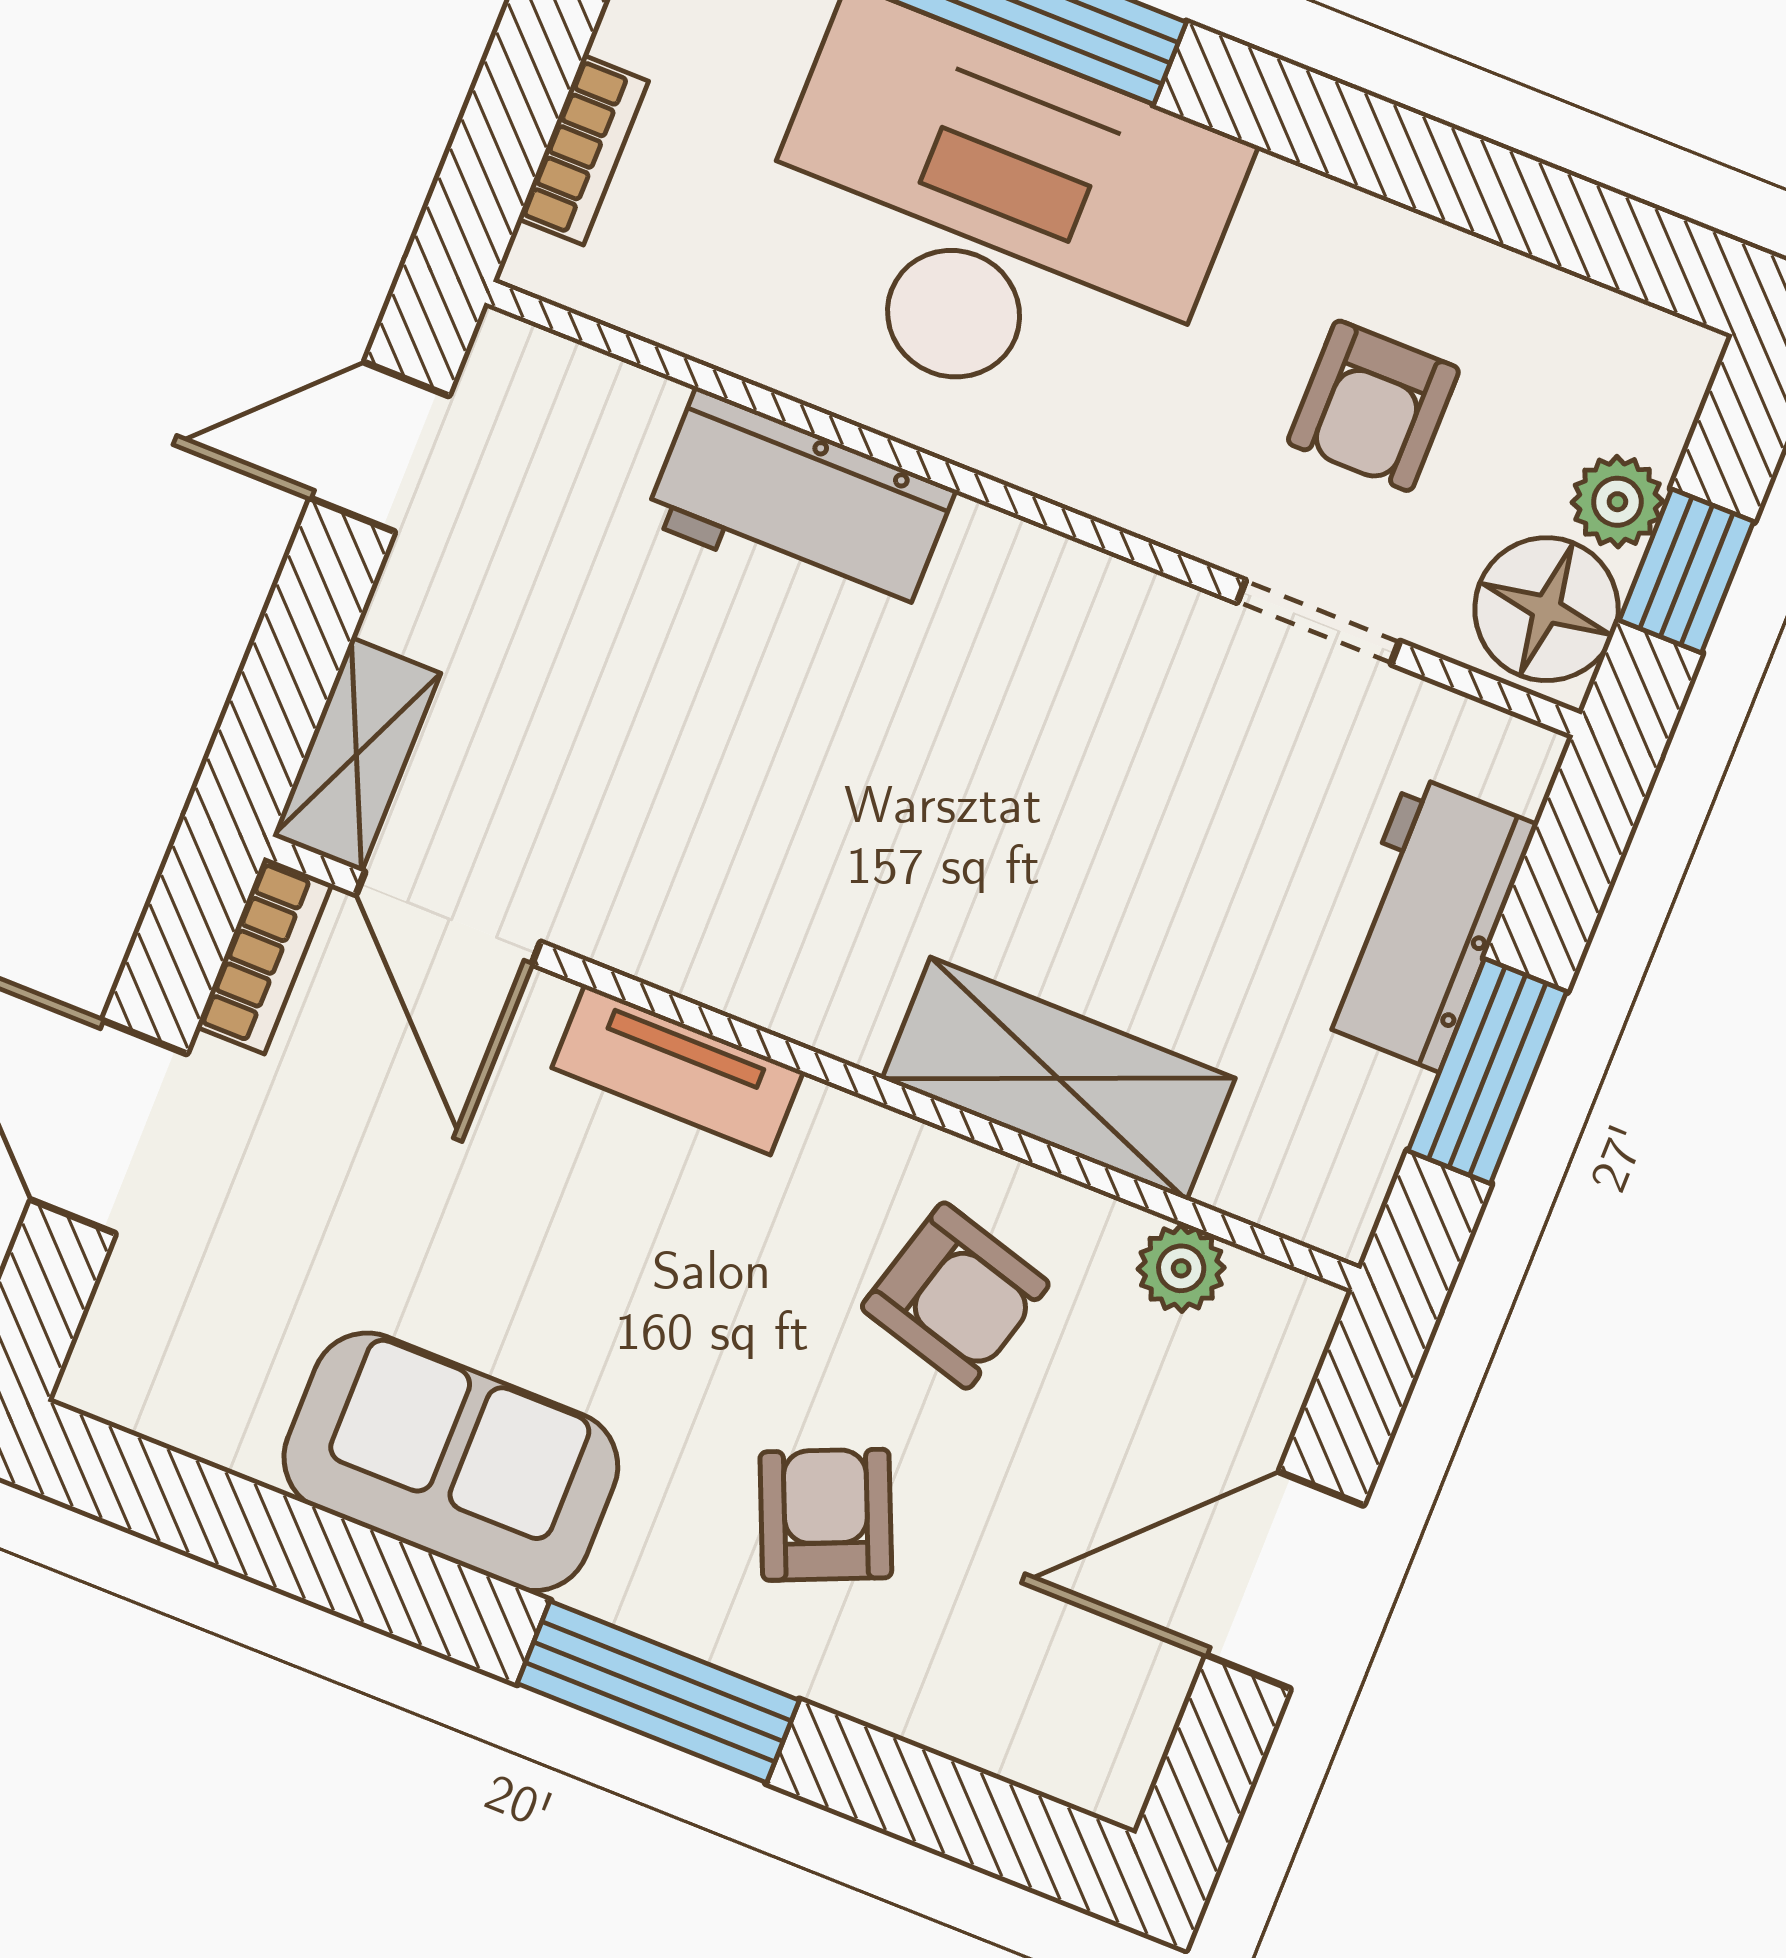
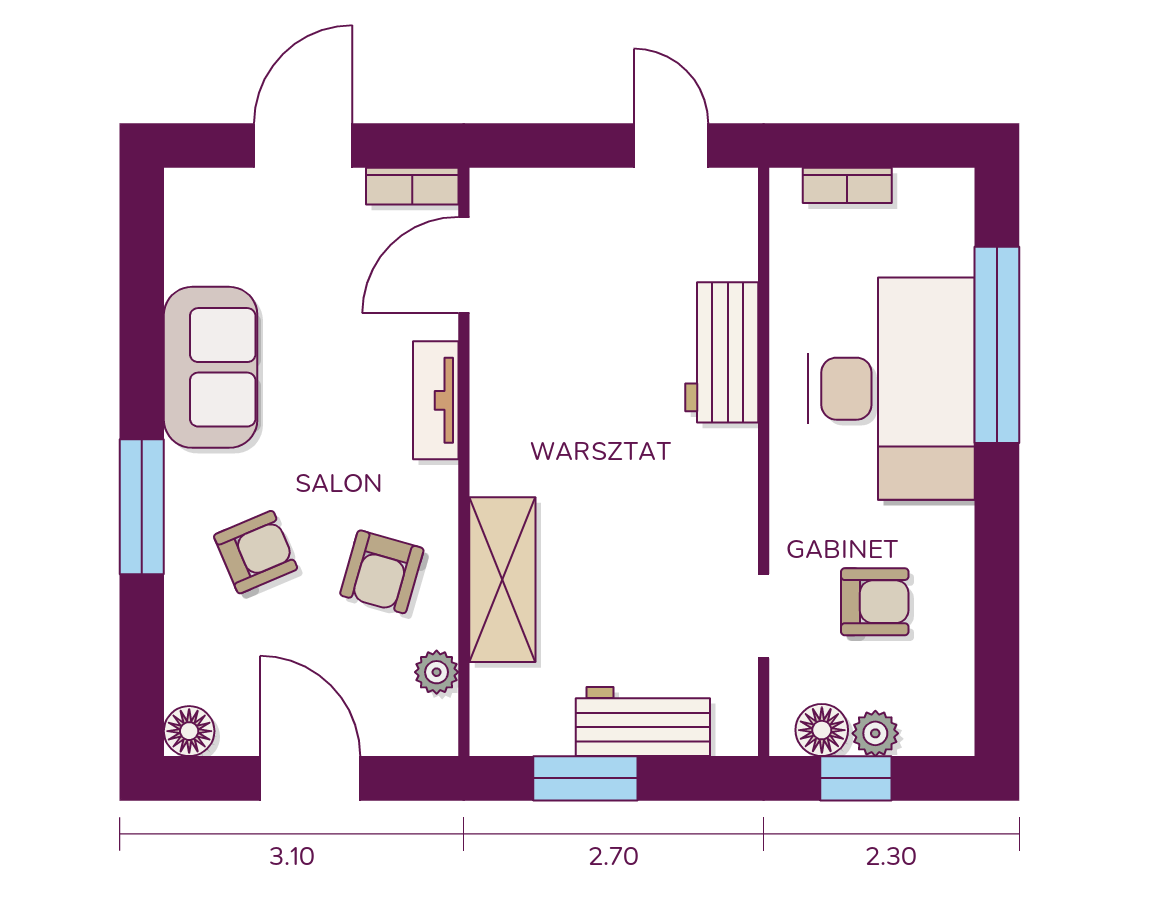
armchair: (1373, 406) -> (875, 602), turned 180
floor lamp: (1547, 609) -> (822, 730), width x0.73, depth x0.73
shelving: (356, 755) -> (523, 192), removed
floor lamp: (1108, 1769) -> (189, 731), added

